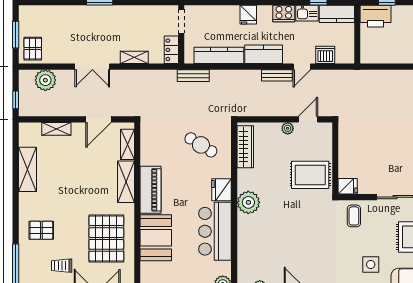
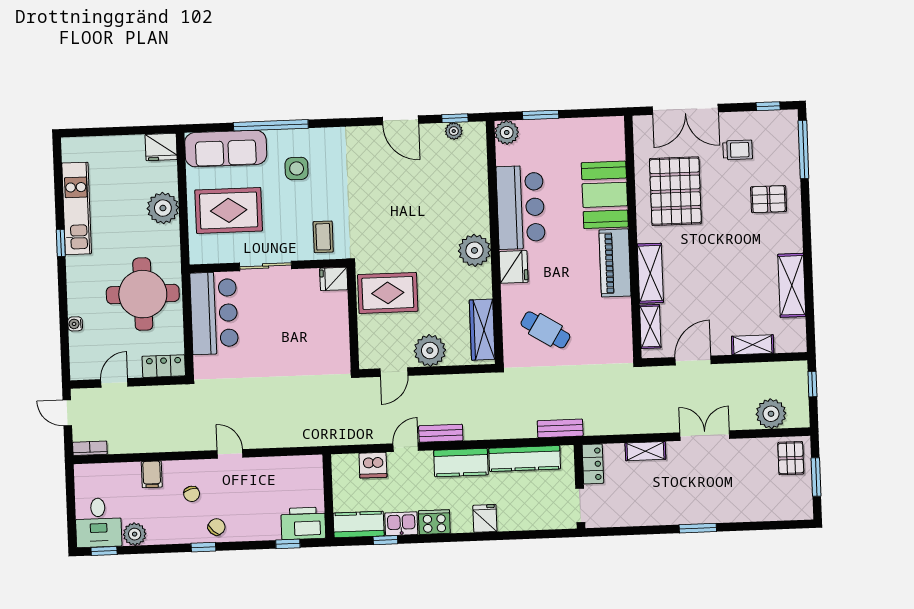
plant: (288, 128) -> (430, 351), width x1.88, depth x1.88

